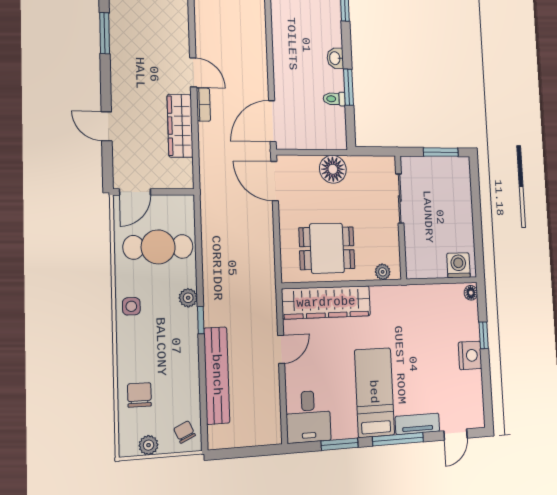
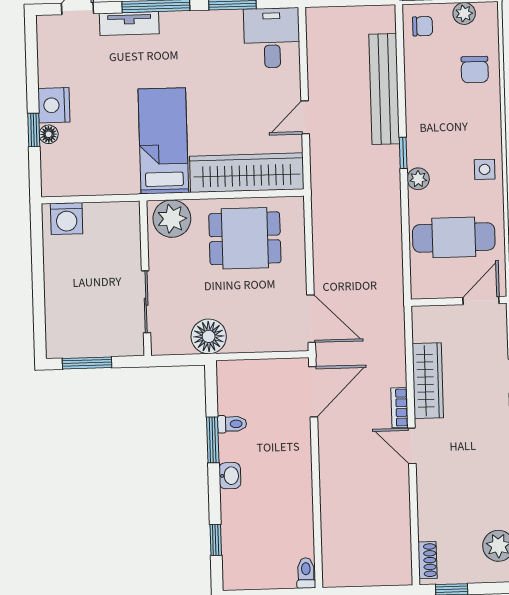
floor lamp: (333, 169) -> (209, 336), moved
plant: (383, 272) -> (172, 219), width x1.88, depth x1.88
floor lamp: (471, 293) -> (49, 134), moved
bed: (374, 392) -> (163, 141), moved, turned 180
chair: (185, 432) -> (422, 26), turned -66

